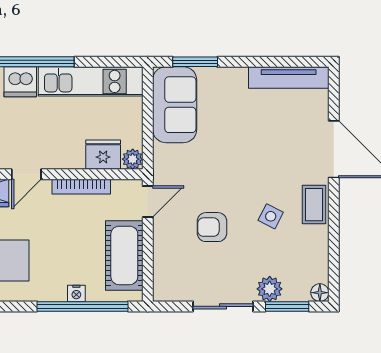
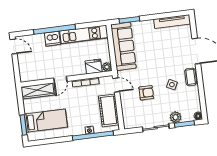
sofa: (175, 105) -> (123, 46), width x1.36
door: (148, 202) -> (116, 85), hinge flipped
armchair: (212, 227) -> (146, 93), turned 180

